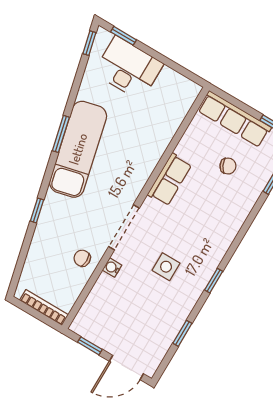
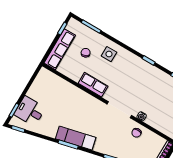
desk: (128, 68) -> (30, 111), width x0.73
exam couch: (78, 149) -> (76, 138), width x0.73, depth x0.69
side table: (166, 267) -> (109, 54), moved

